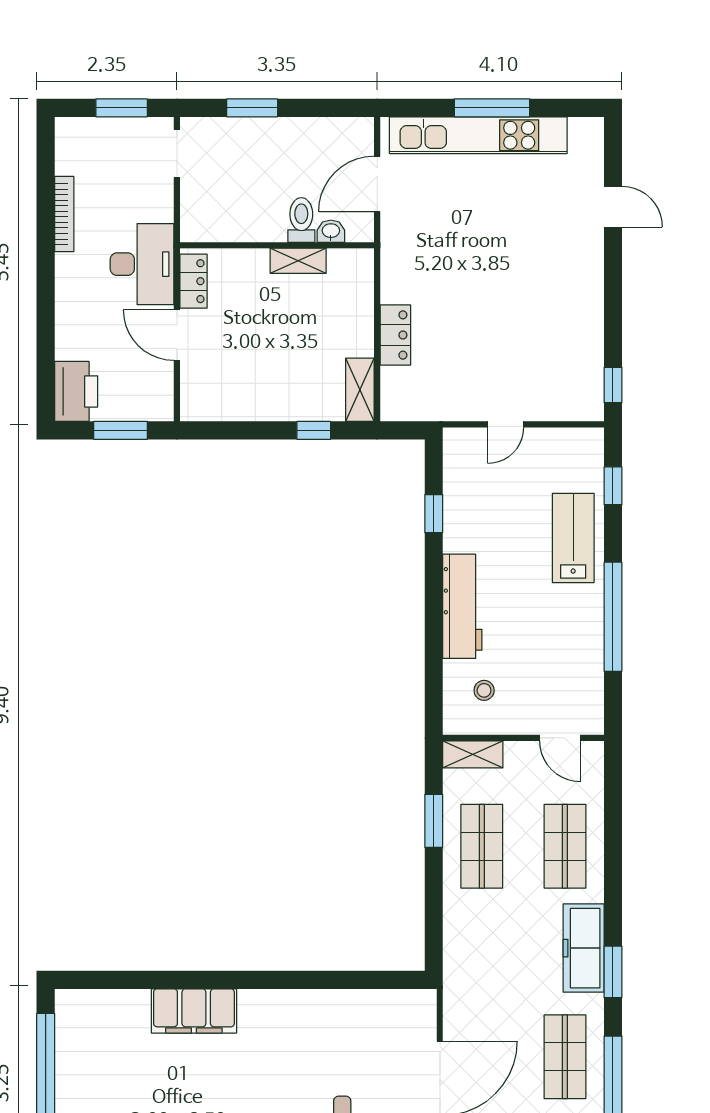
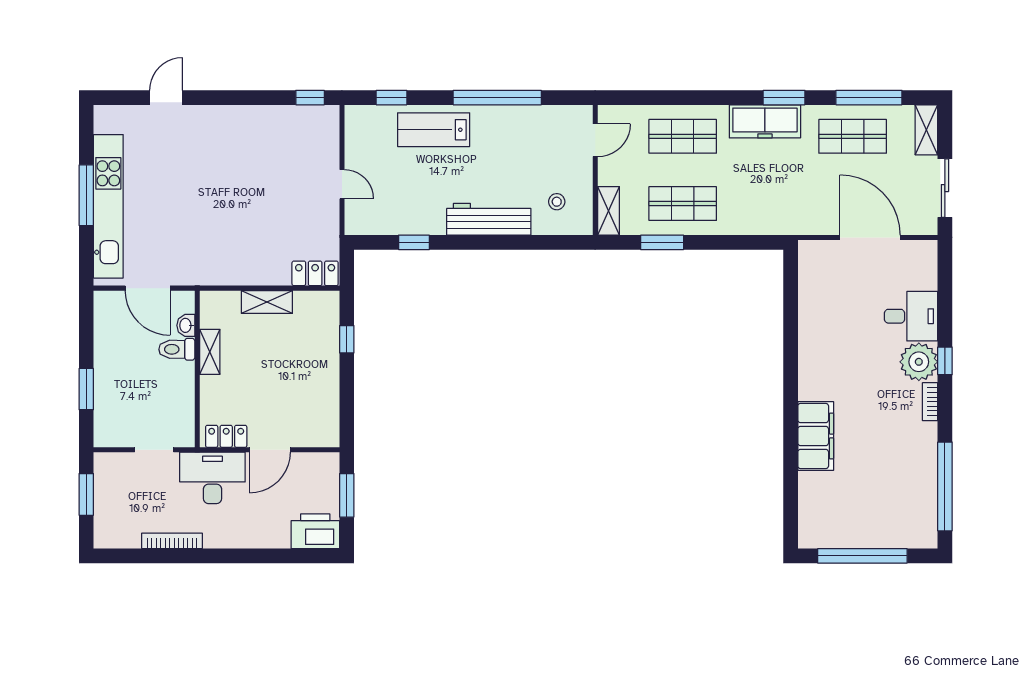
doorway: (177, 153) -> (154, 450), moved
locker: (395, 335) -> (315, 273), moved
shelving: (360, 390) -> (267, 302), moved

